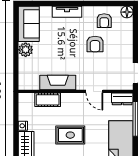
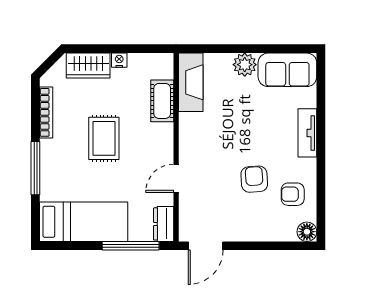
armchair: (95, 44) -> (254, 179), turned 86
fireplace: (58, 82) -> (191, 82), moved

